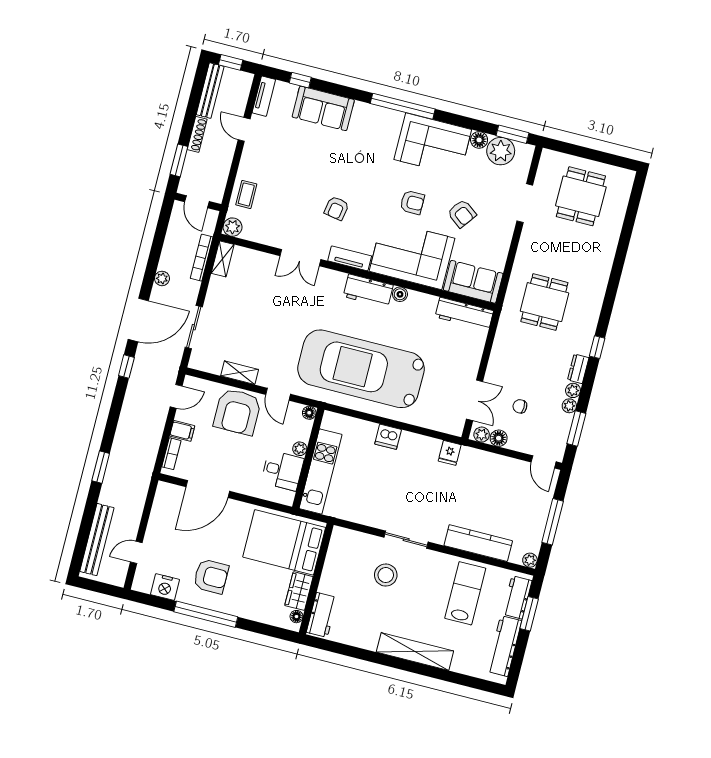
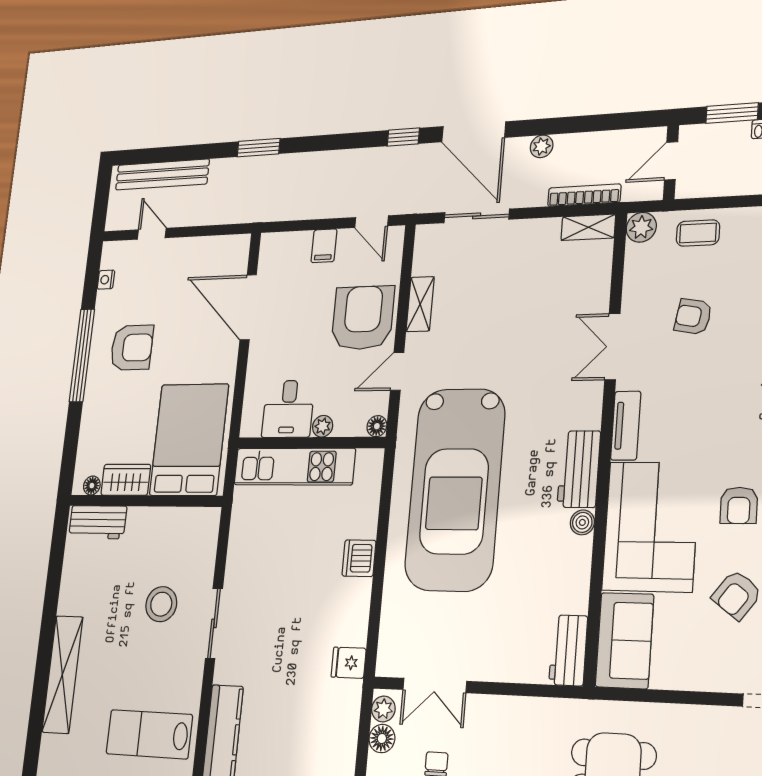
armchair: (337, 208) -> (693, 317), moved
workbench: (464, 314) -> (568, 650), width x0.73
car: (361, 369) -> (455, 489), turned 180
armchair: (237, 412) -> (363, 318), turned 90
bookcase: (171, 454) -> (290, 240), removed
armchair: (211, 576) -> (132, 348), turned -90
nightstand: (165, 587) -> (106, 280), width x0.53, depth x0.56
lab bench: (465, 593) -> (149, 734), turned 180

